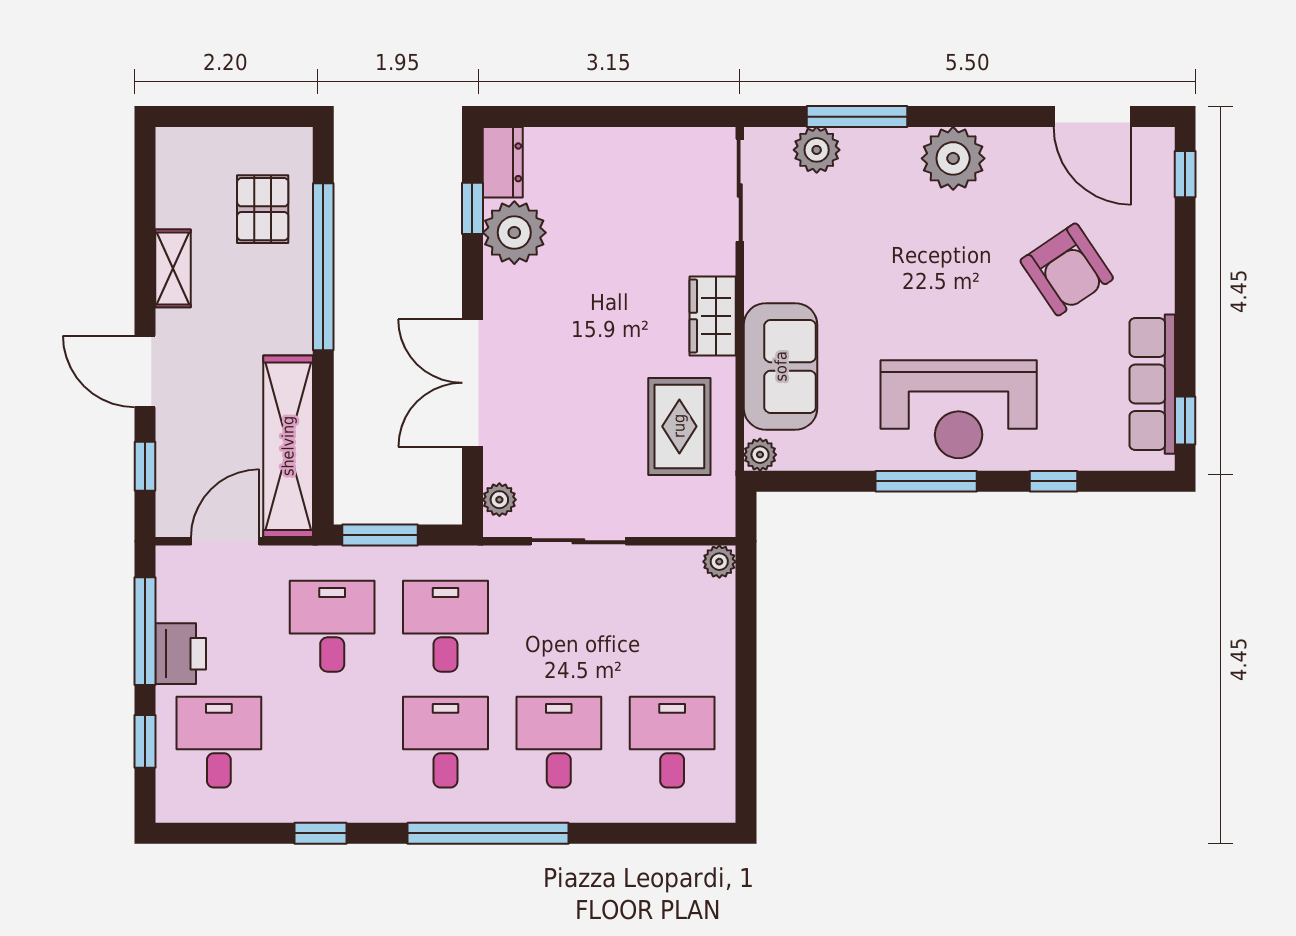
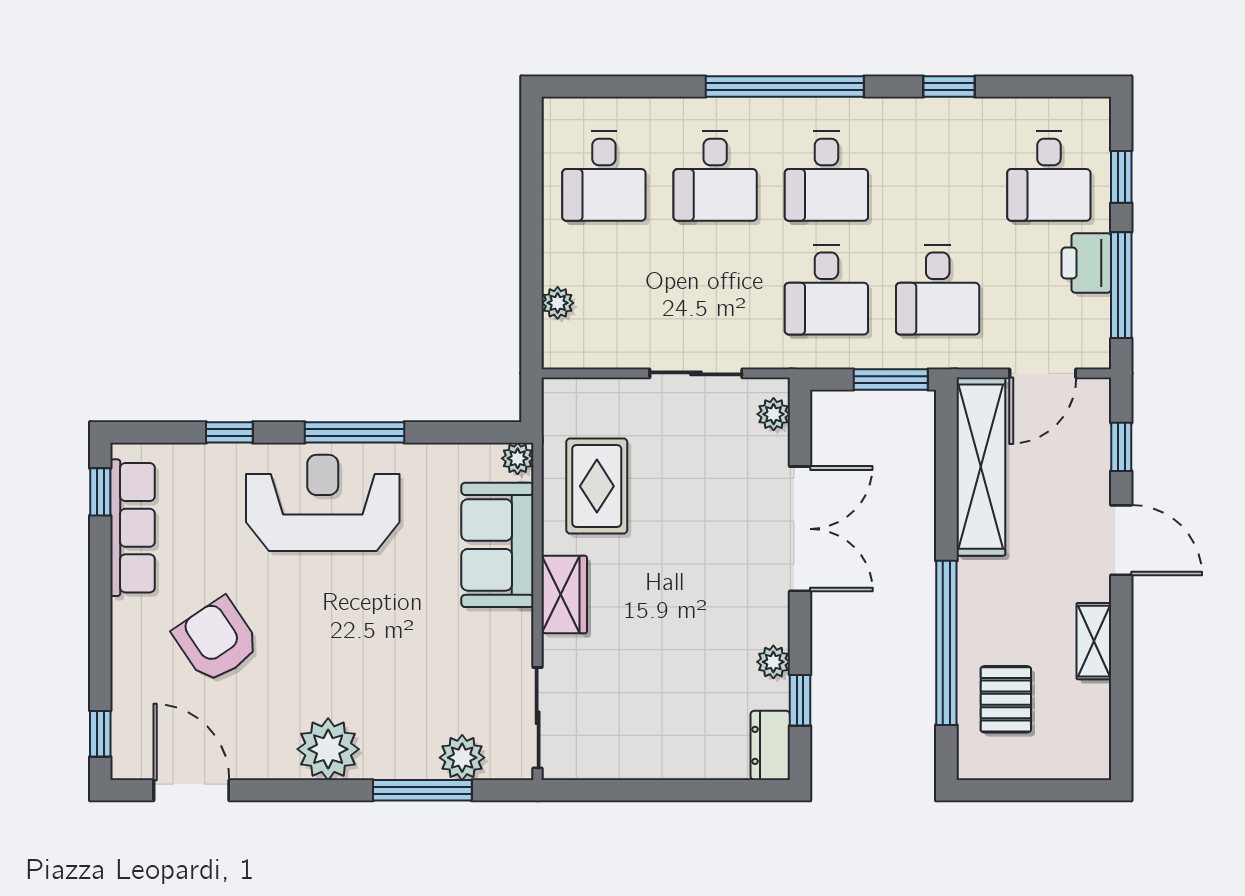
plant: (514, 233) -> (773, 662), width x0.53, depth x0.53
plant: (719, 562) -> (558, 303), moved

